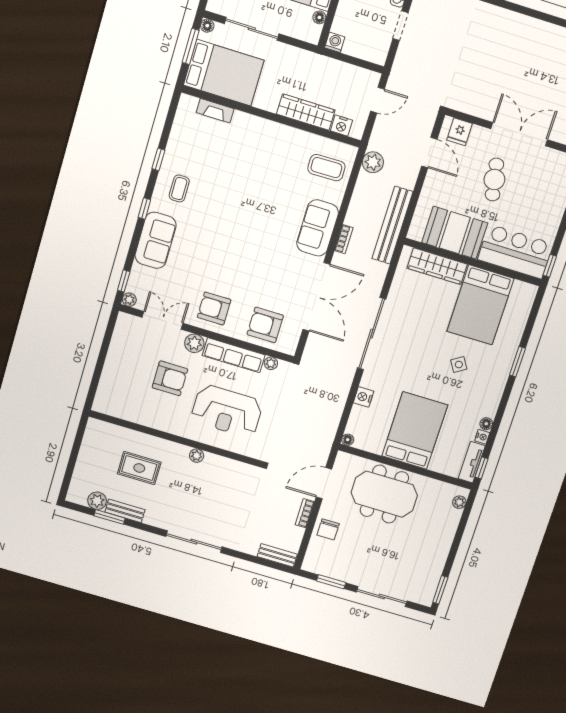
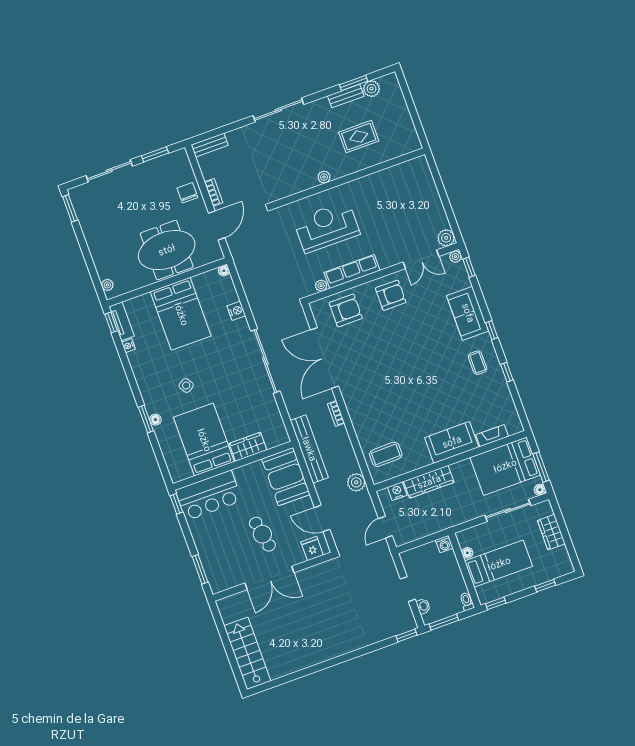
sofa: (318, 228) -> (452, 442), moved, turned -90
booth: (455, 233) -> (286, 477), moved, turned 90
wardrobe: (437, 266) -> (248, 447), width x0.67
plant: (194, 343) -> (446, 238), moved
armchair: (170, 378) -> (385, 220), removed
floor lamp: (486, 424) -> (155, 420), moved

